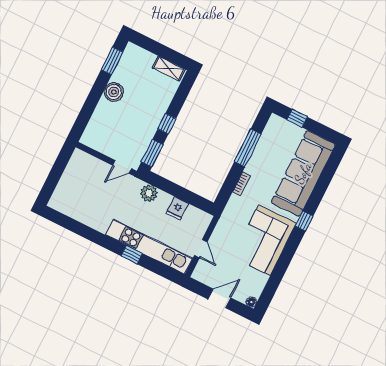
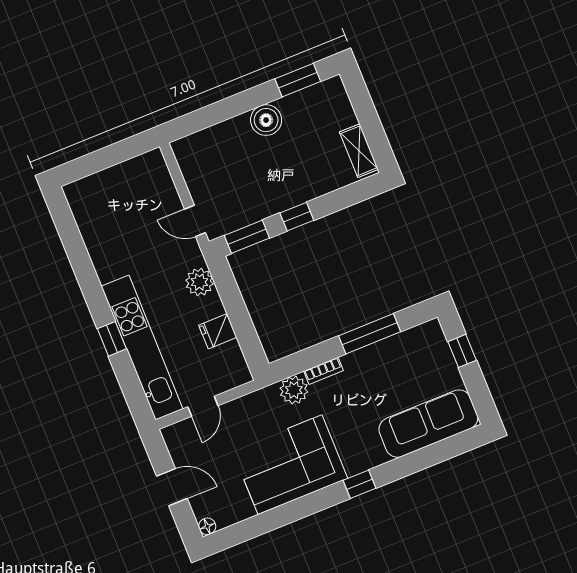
sofa: (303, 173) -> (428, 424), width x0.74, depth x0.79
plant: (236, 204) -> (294, 390), added

